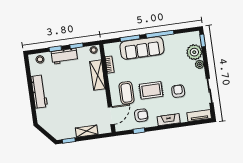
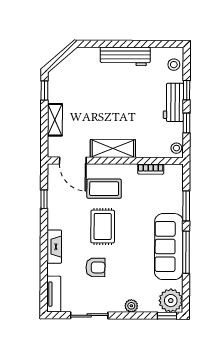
sofa: (142, 48) -> (169, 247), moved
plant: (194, 52) -> (171, 301), moved
shelving: (98, 75) -> (113, 148), moved
armchair: (141, 115) -> (67, 206), removed

